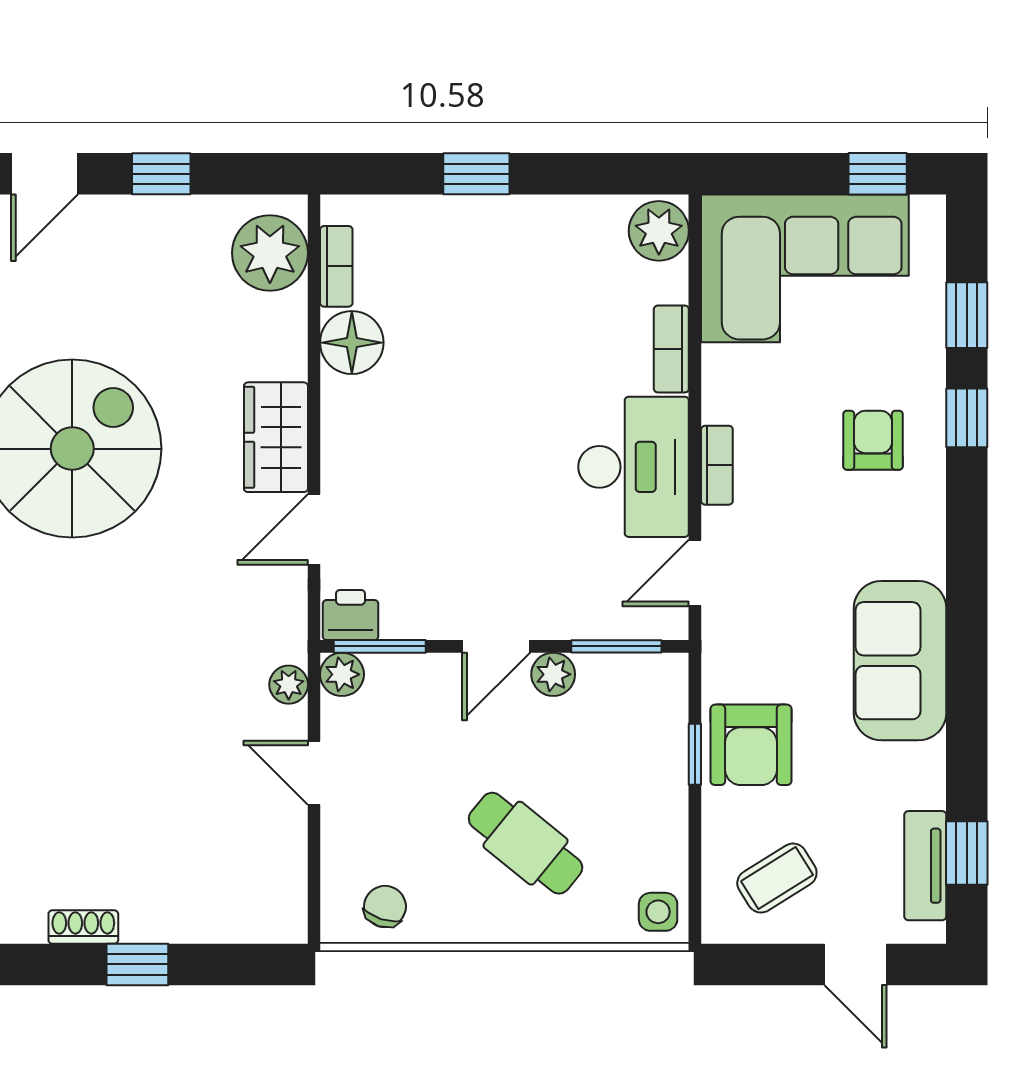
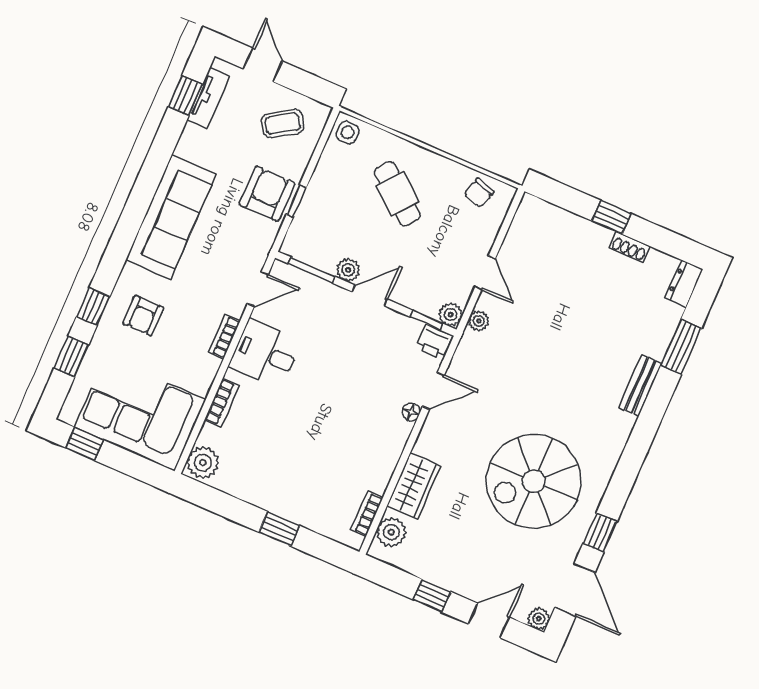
plant: (270, 253) -> (391, 532), width x0.73, depth x0.73
floor lamp: (352, 343) -> (411, 412), moved, width x0.53, depth x0.53
wardrobe: (276, 437) -> (414, 486), moved
desk: (634, 467) -> (265, 353), width x0.73
window: (380, 646) -> (426, 320), width x0.67
sofa: (900, 661) -> (171, 217), width x1.36

